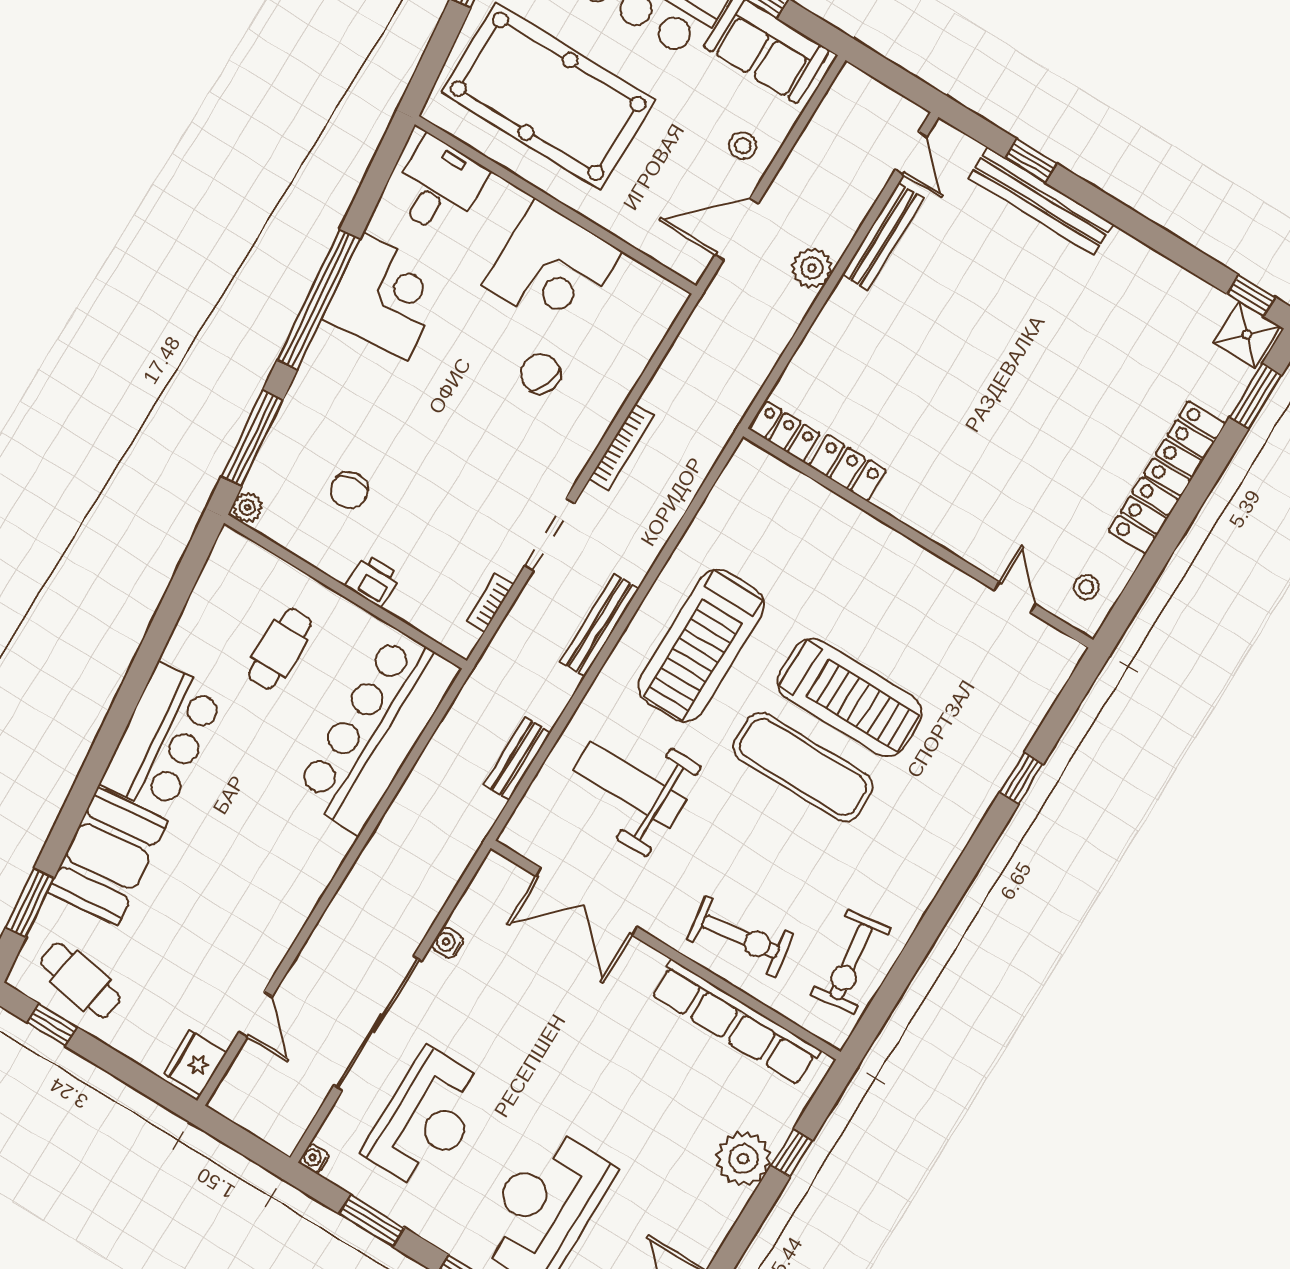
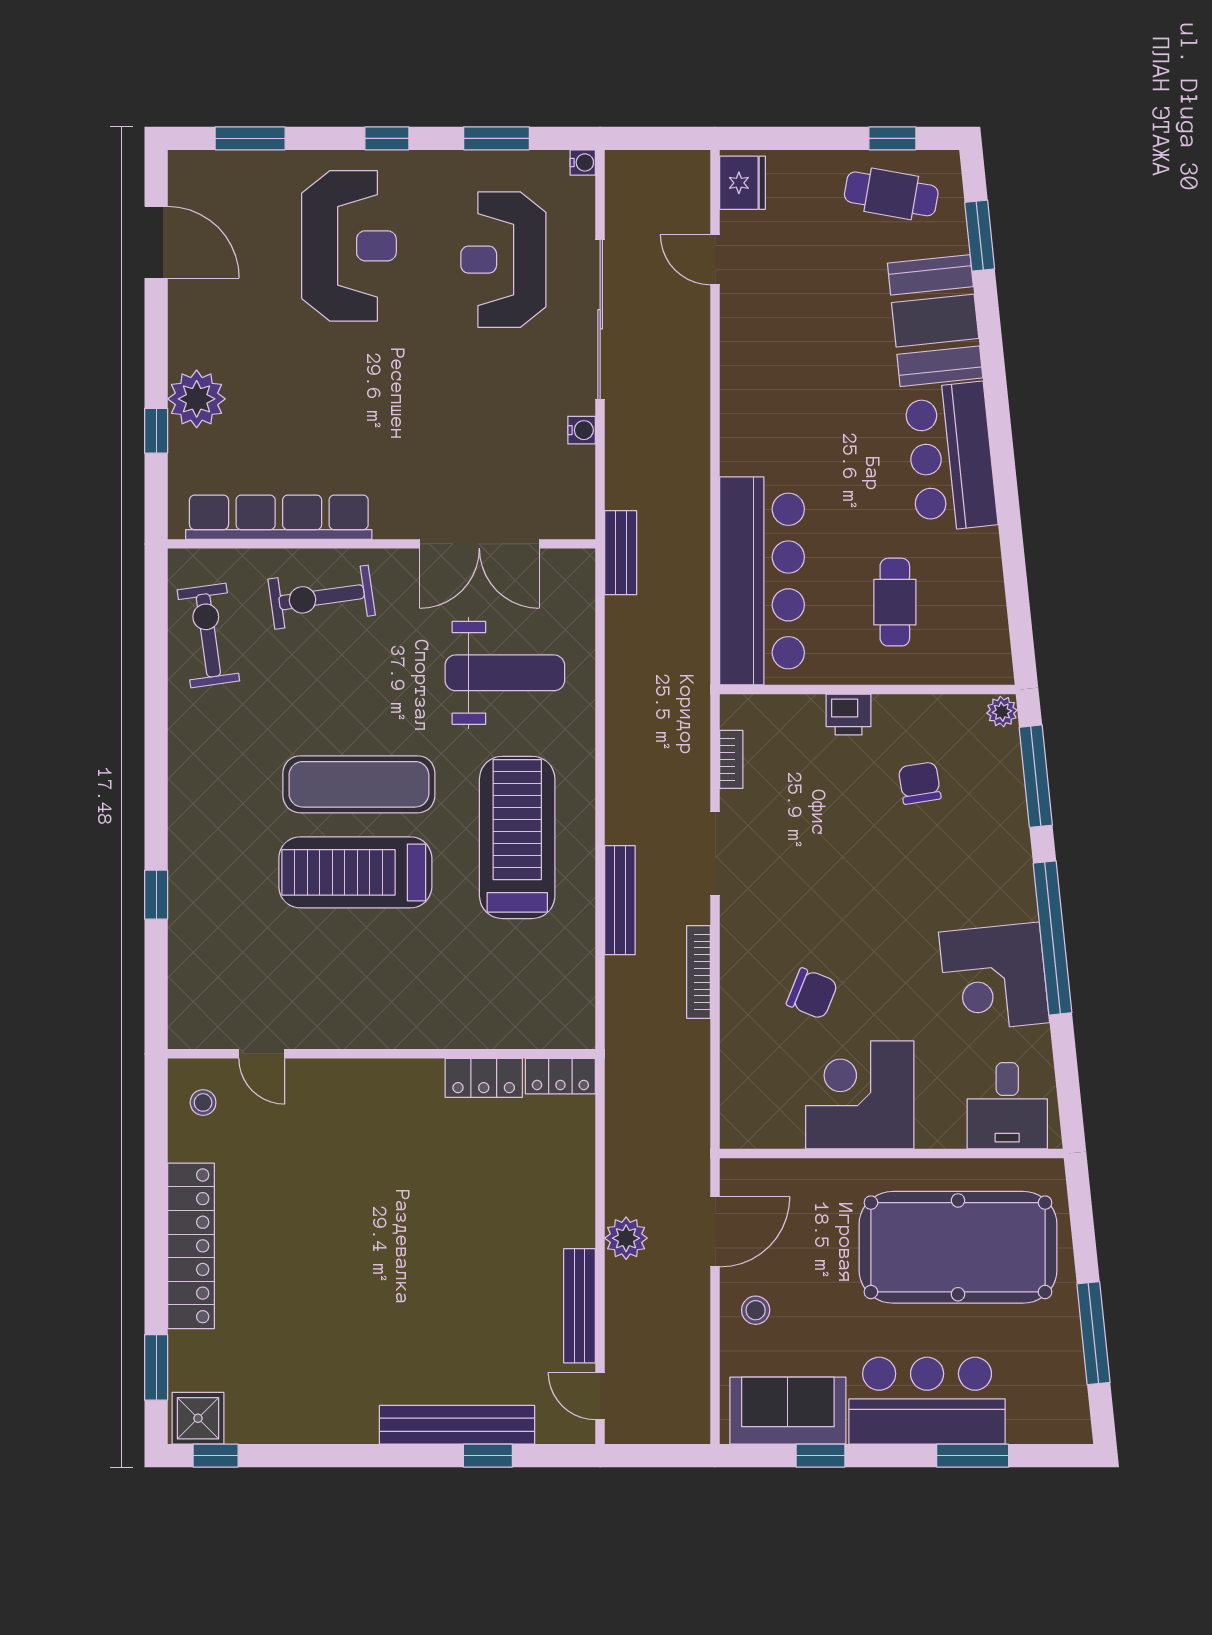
bench: (600, 625) -> (620, 900), moved
bench: (517, 759) -> (621, 553), moved
double door: (587, 902) -> (479, 544), swing flipped

